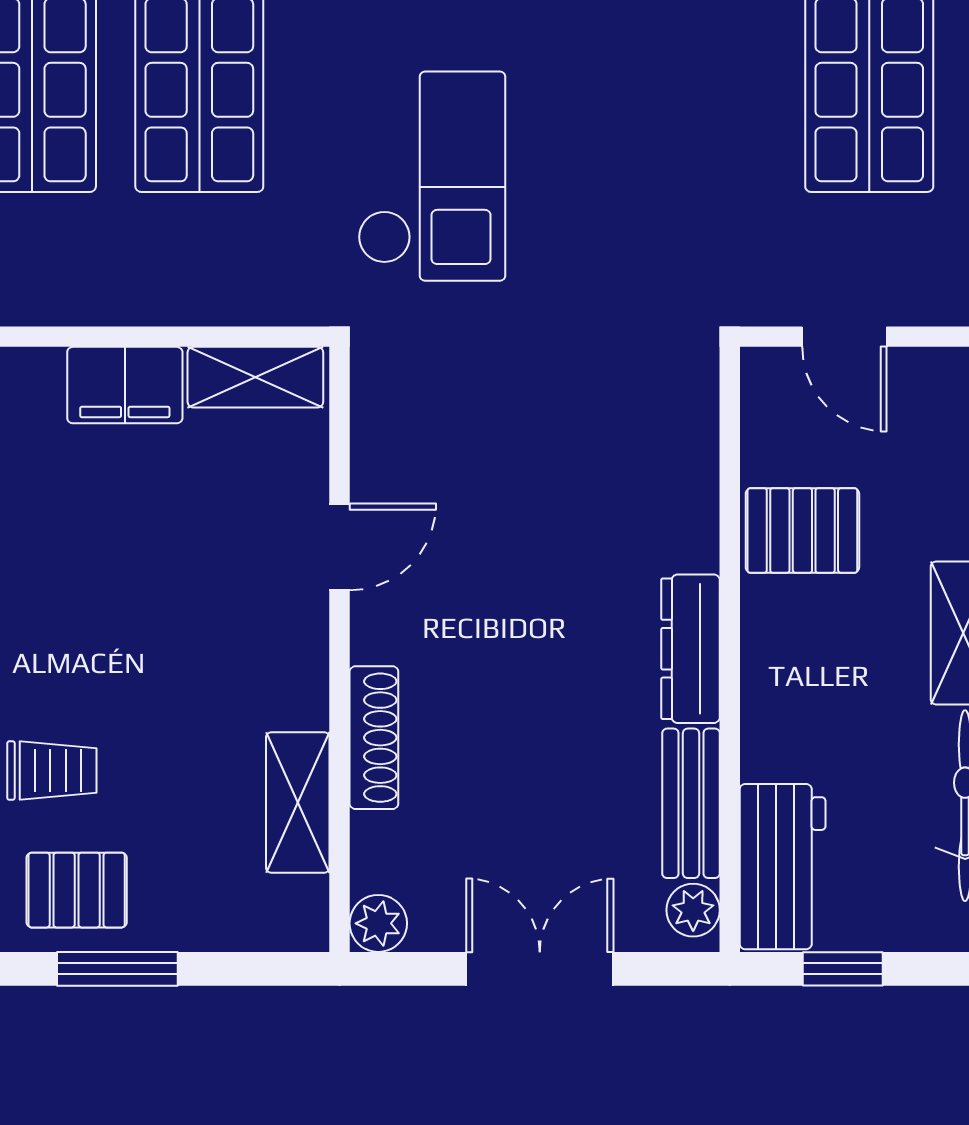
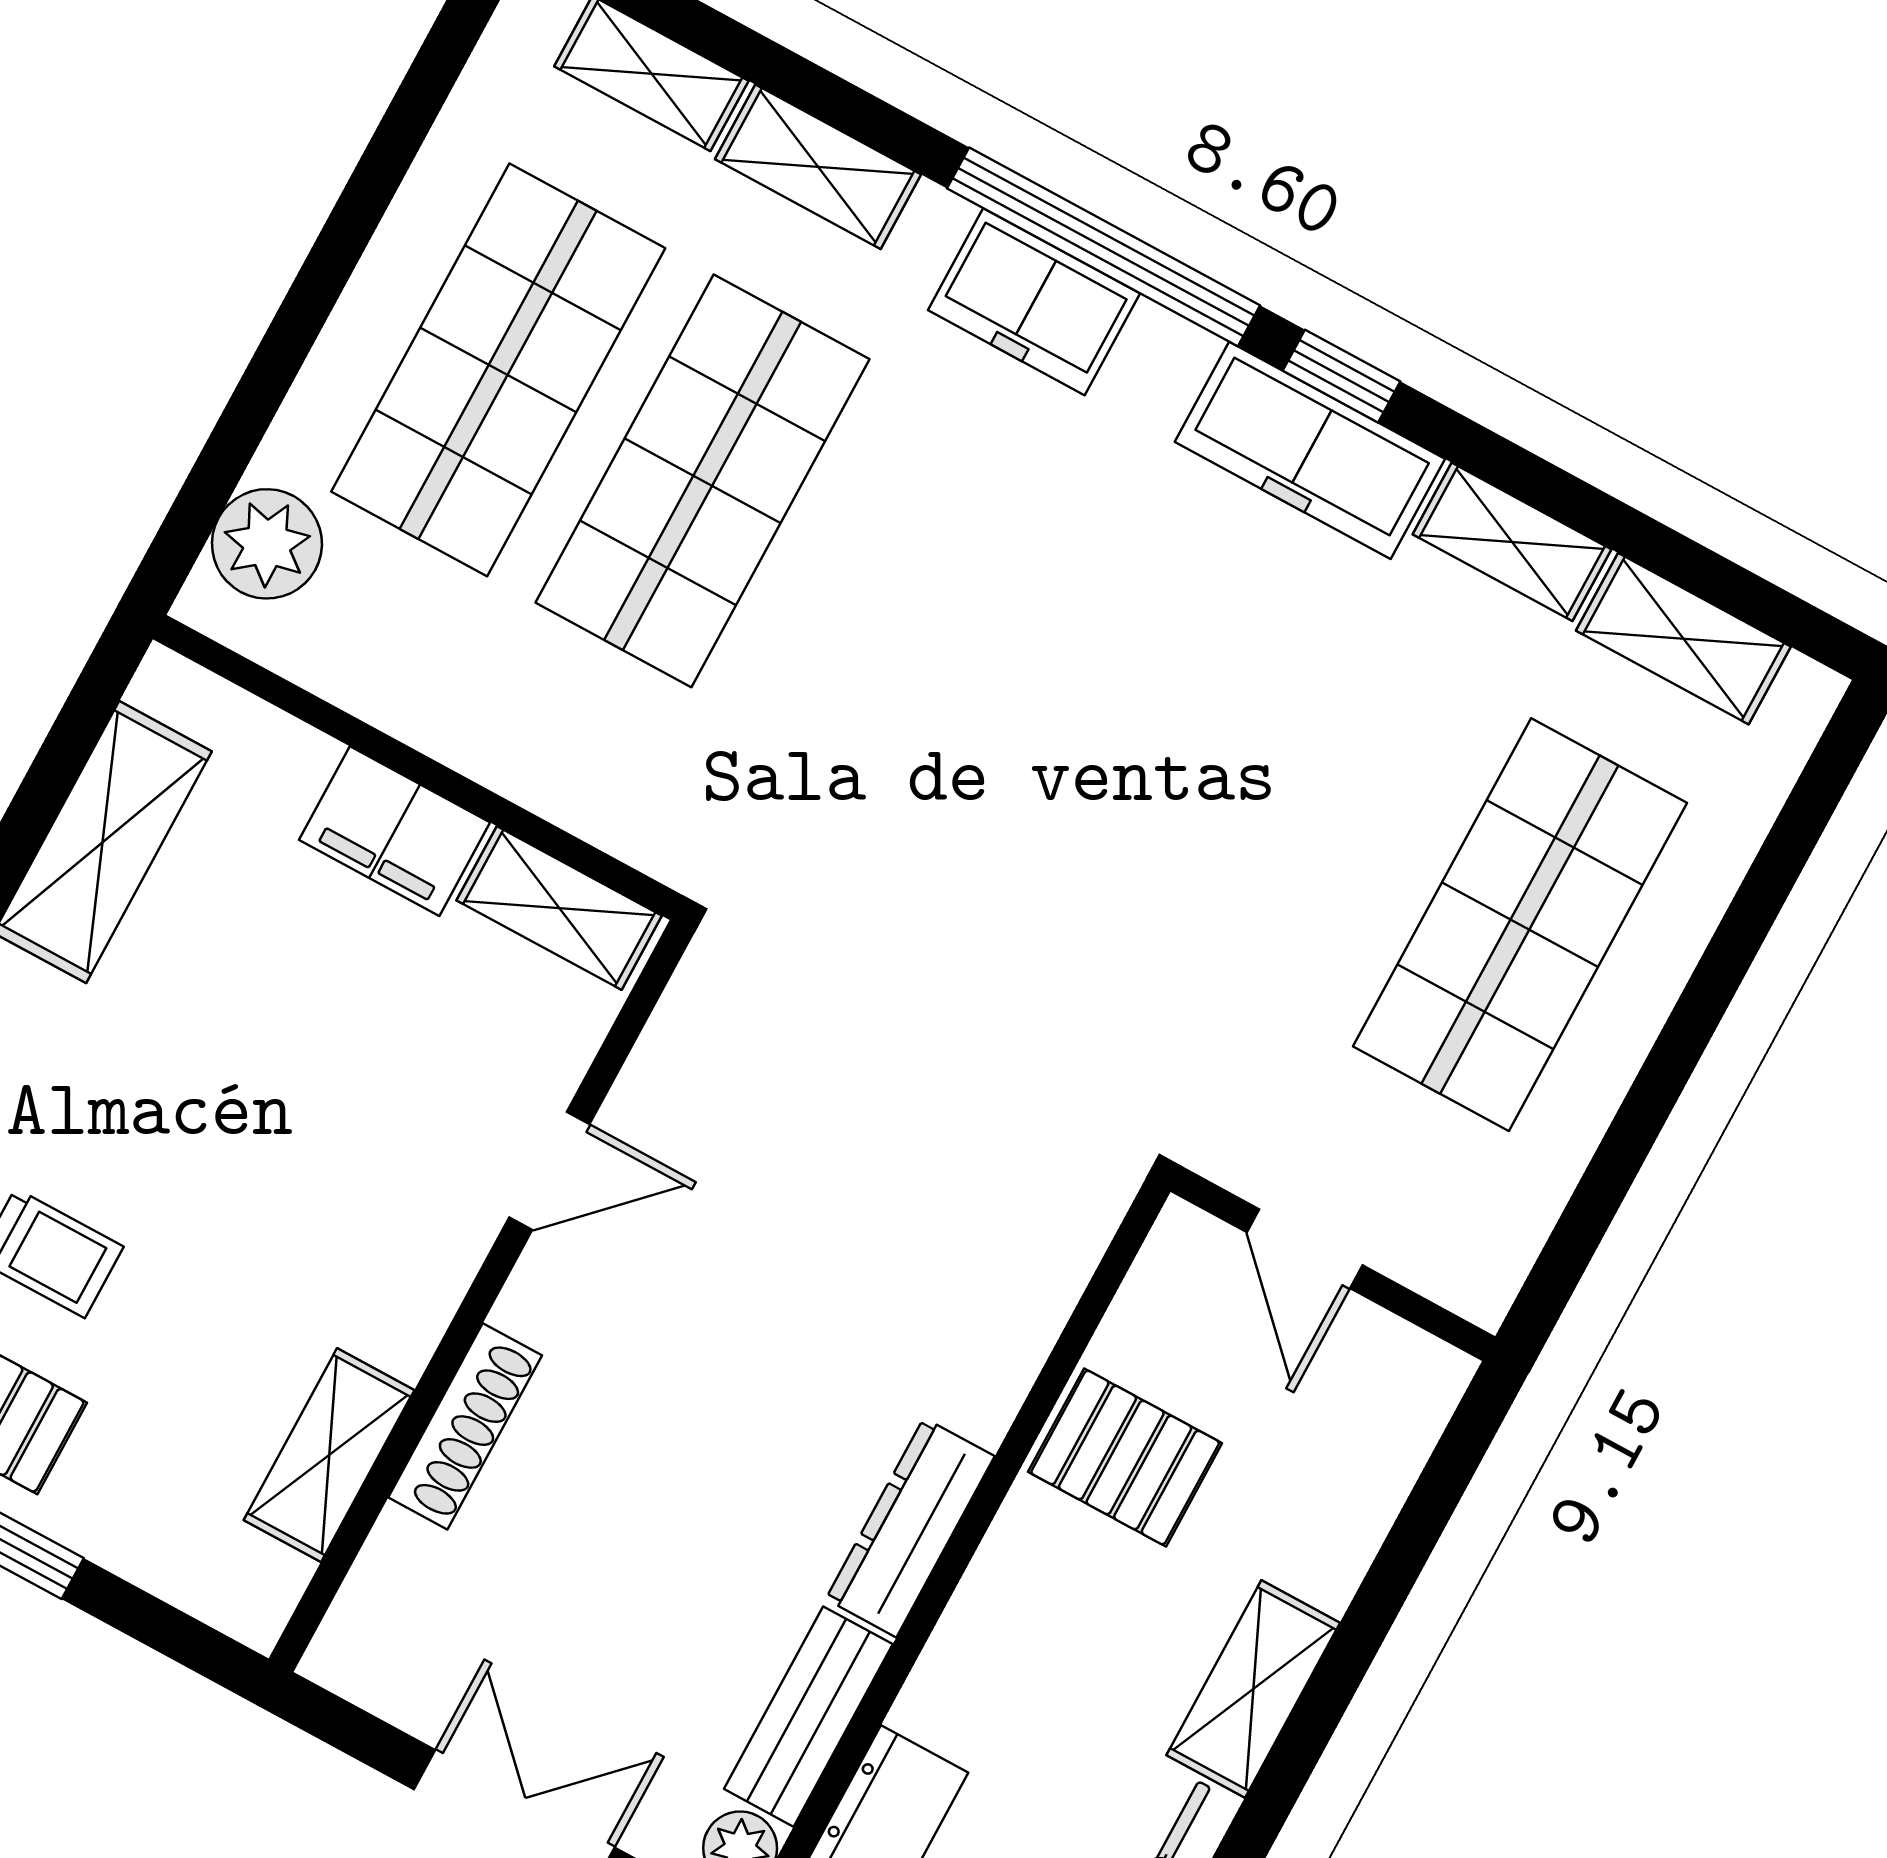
checkout: (432, 176) -> (907, 779), removed
plant: (378, 923) -> (347, 1656), removed

